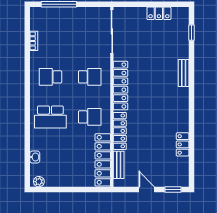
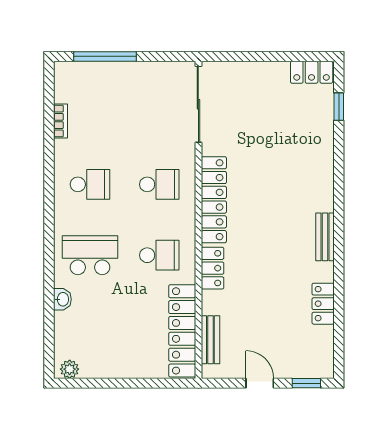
locker: (159, 13) -> (312, 72), moved
bench: (184, 73) -> (325, 237), moved
school desk: (50, 77) -> (90, 184), turned 180
school desk: (50, 117) -> (90, 255), turned 180
locker: (120, 131) -> (212, 268), width x0.66
washbasin: (35, 157) -> (62, 299), moved

